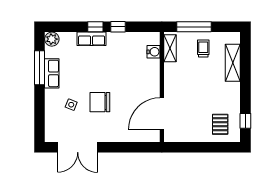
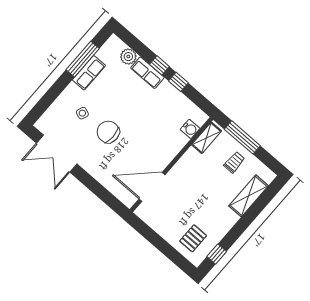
plant: (52, 39) -> (128, 57), moved

